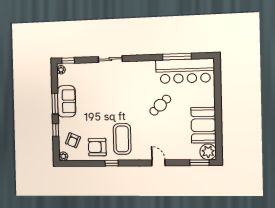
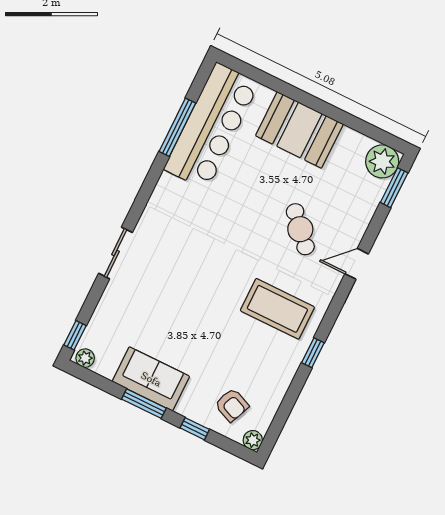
cafe table: (160, 105) -> (300, 229), moved
booth: (203, 125) -> (299, 130), moved
armchair: (97, 147) -> (269, 365), removed

